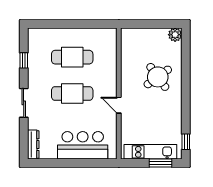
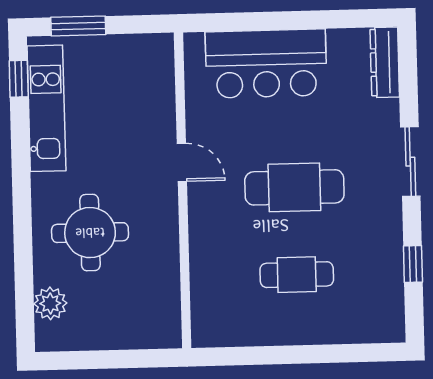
plant: (175, 35) -> (50, 303), moved
cafe table: (72, 57) -> (297, 275), width x0.73, depth x0.74
round table: (158, 77) -> (90, 233), turned 36
kitchen unit: (150, 152) -> (46, 108), moved, turned -90

